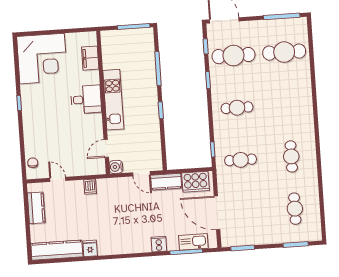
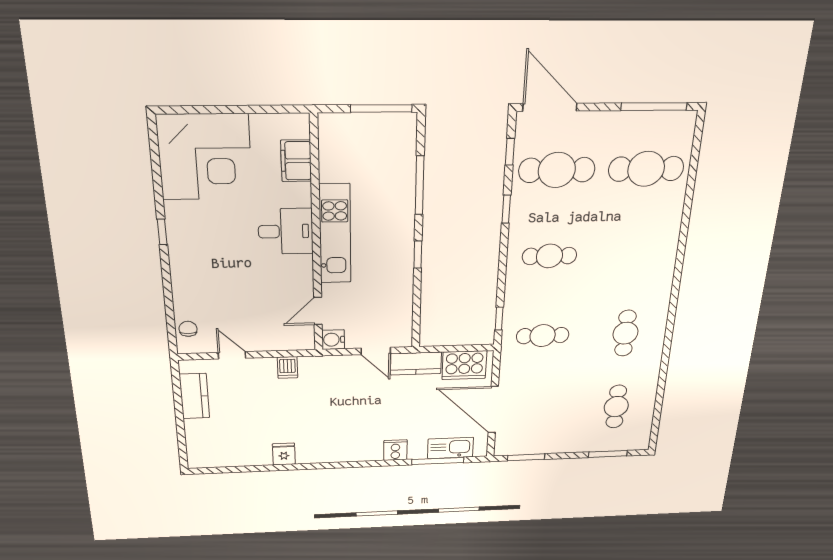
kitchen counter: (57, 250) -> (229, 456), removed

